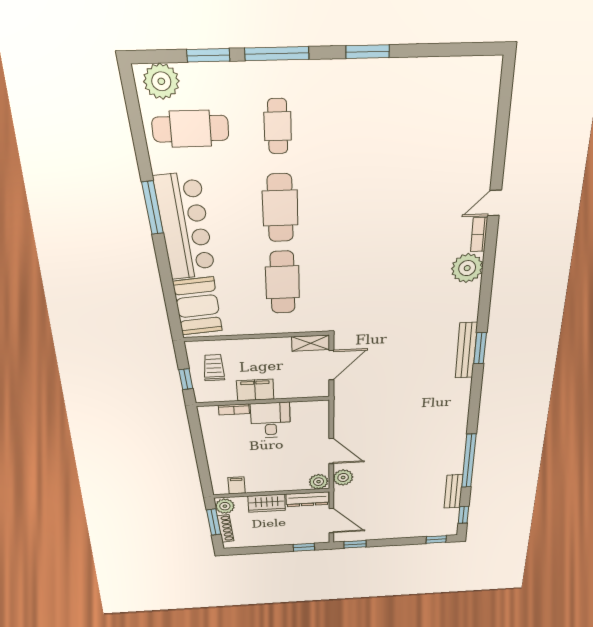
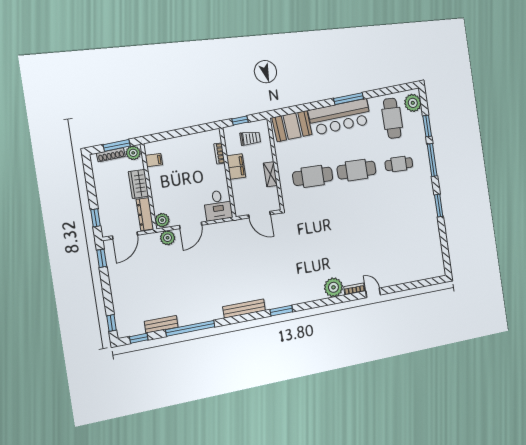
shelving: (311, 343) -> (270, 174), moved
bench: (466, 350) -> (244, 308), moved
desk: (271, 420) -> (218, 205), moved, turned 90

